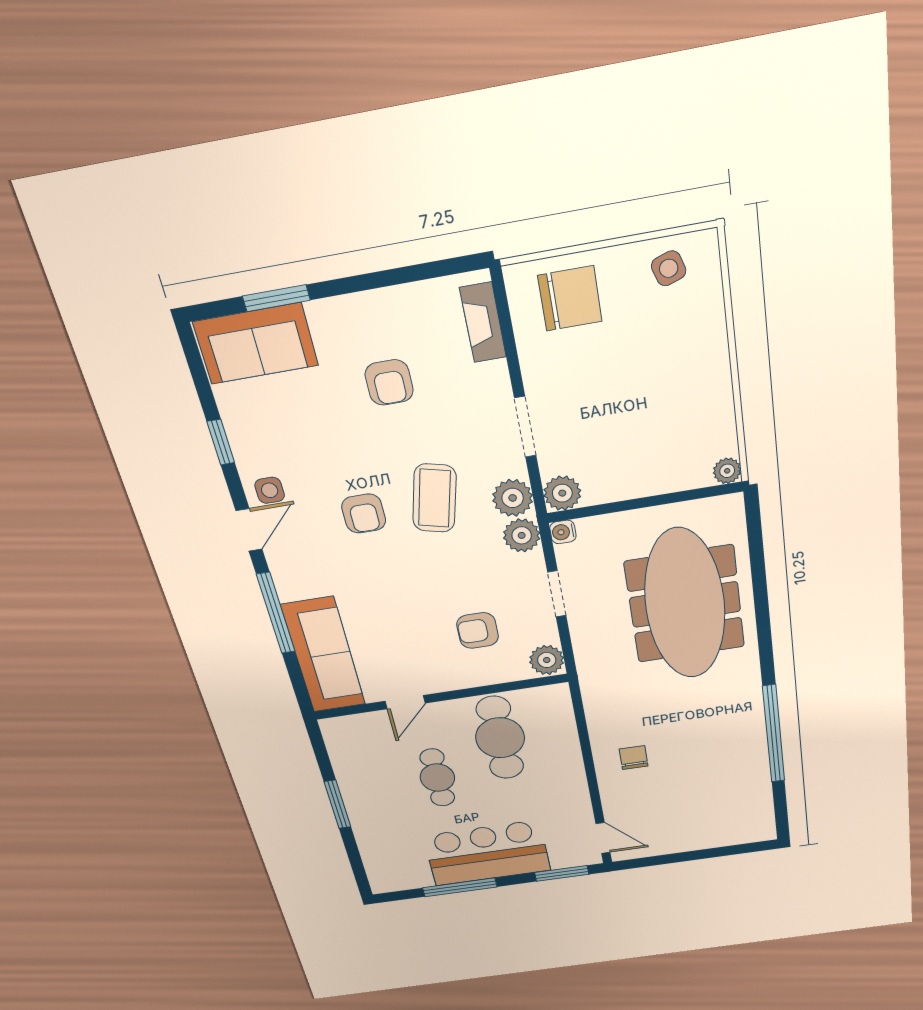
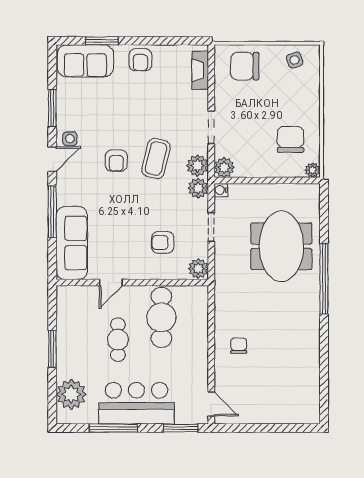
chair: (570, 298) -> (245, 66), turned 180
armchair: (389, 382) -> (140, 60), moved
chair: (679, 423) -> (291, 139), added
window: (221, 442) -> (52, 108), width x1.50
meeting table: (685, 605) -> (281, 246), width x0.73
window: (774, 734) -> (324, 279), moved
plant: (384, 856) -> (71, 394), added

